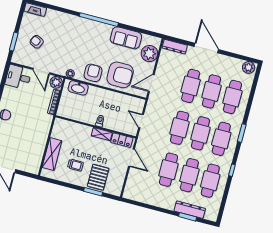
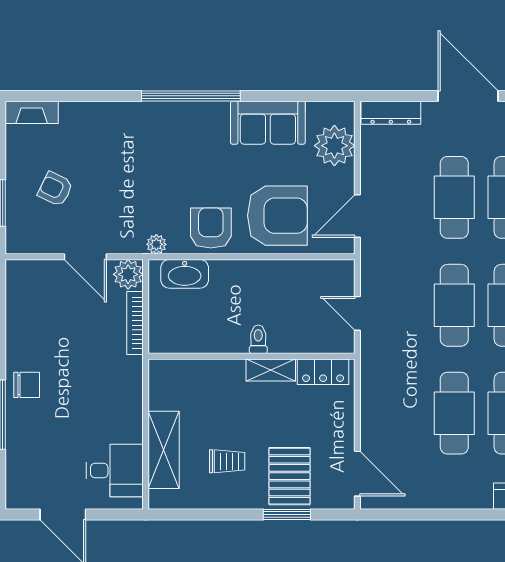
desk: (18, 77) -> (115, 471), moved, turned 180
door: (131, 158) -> (357, 474), moved

